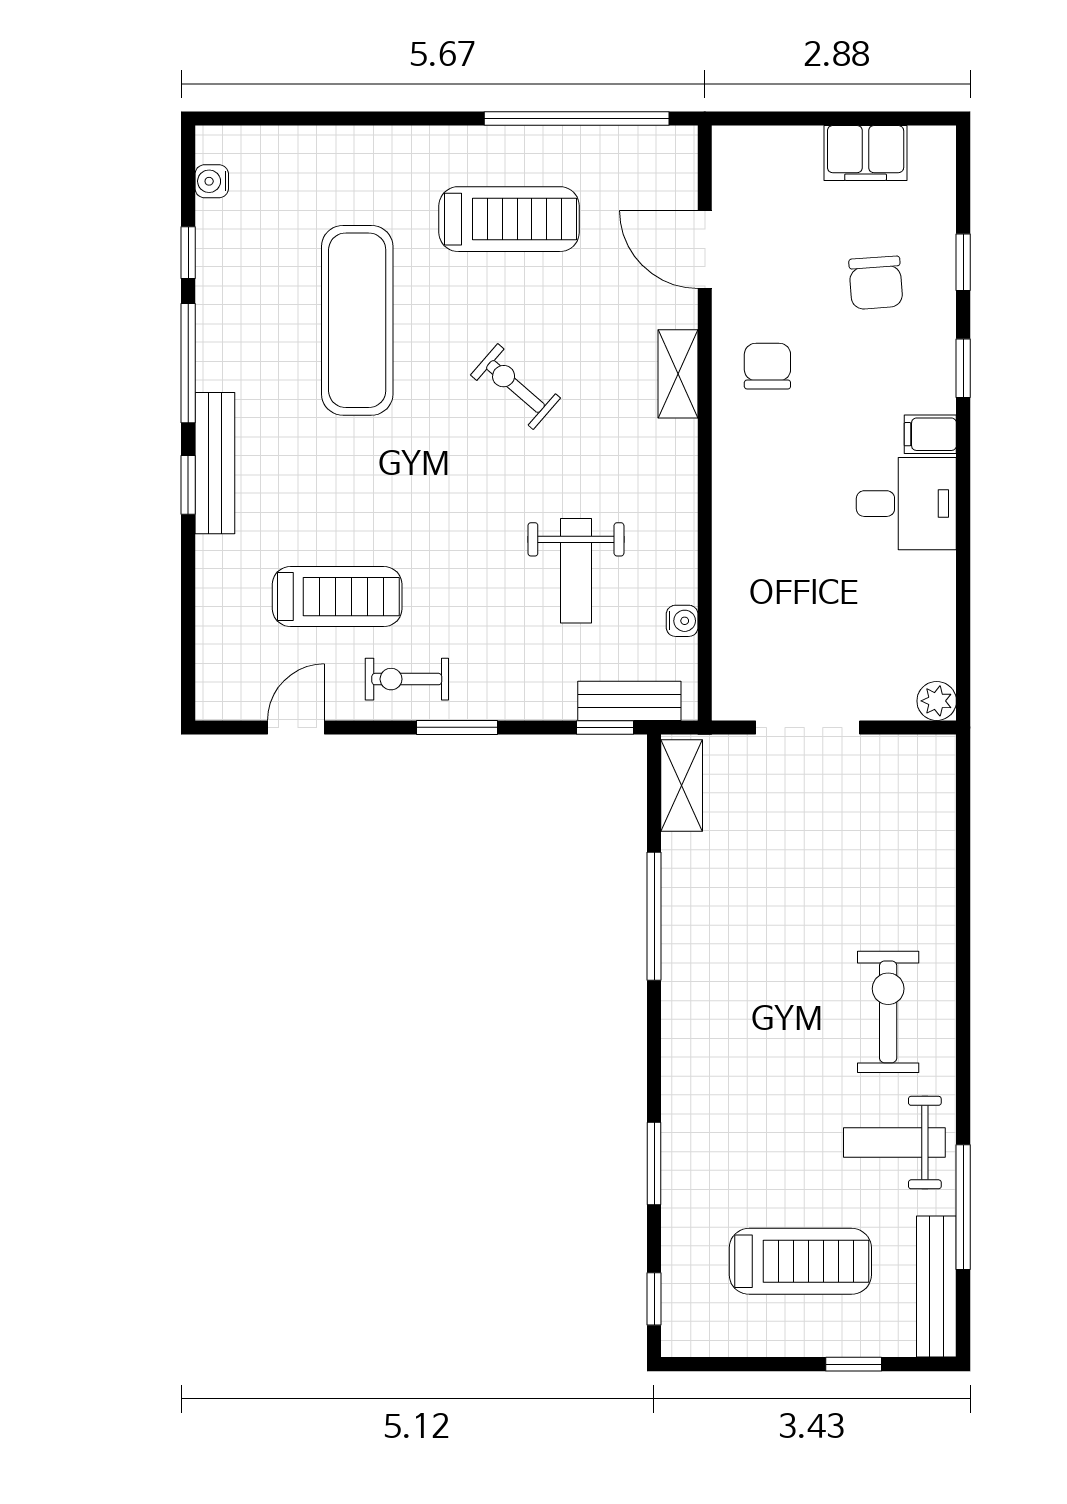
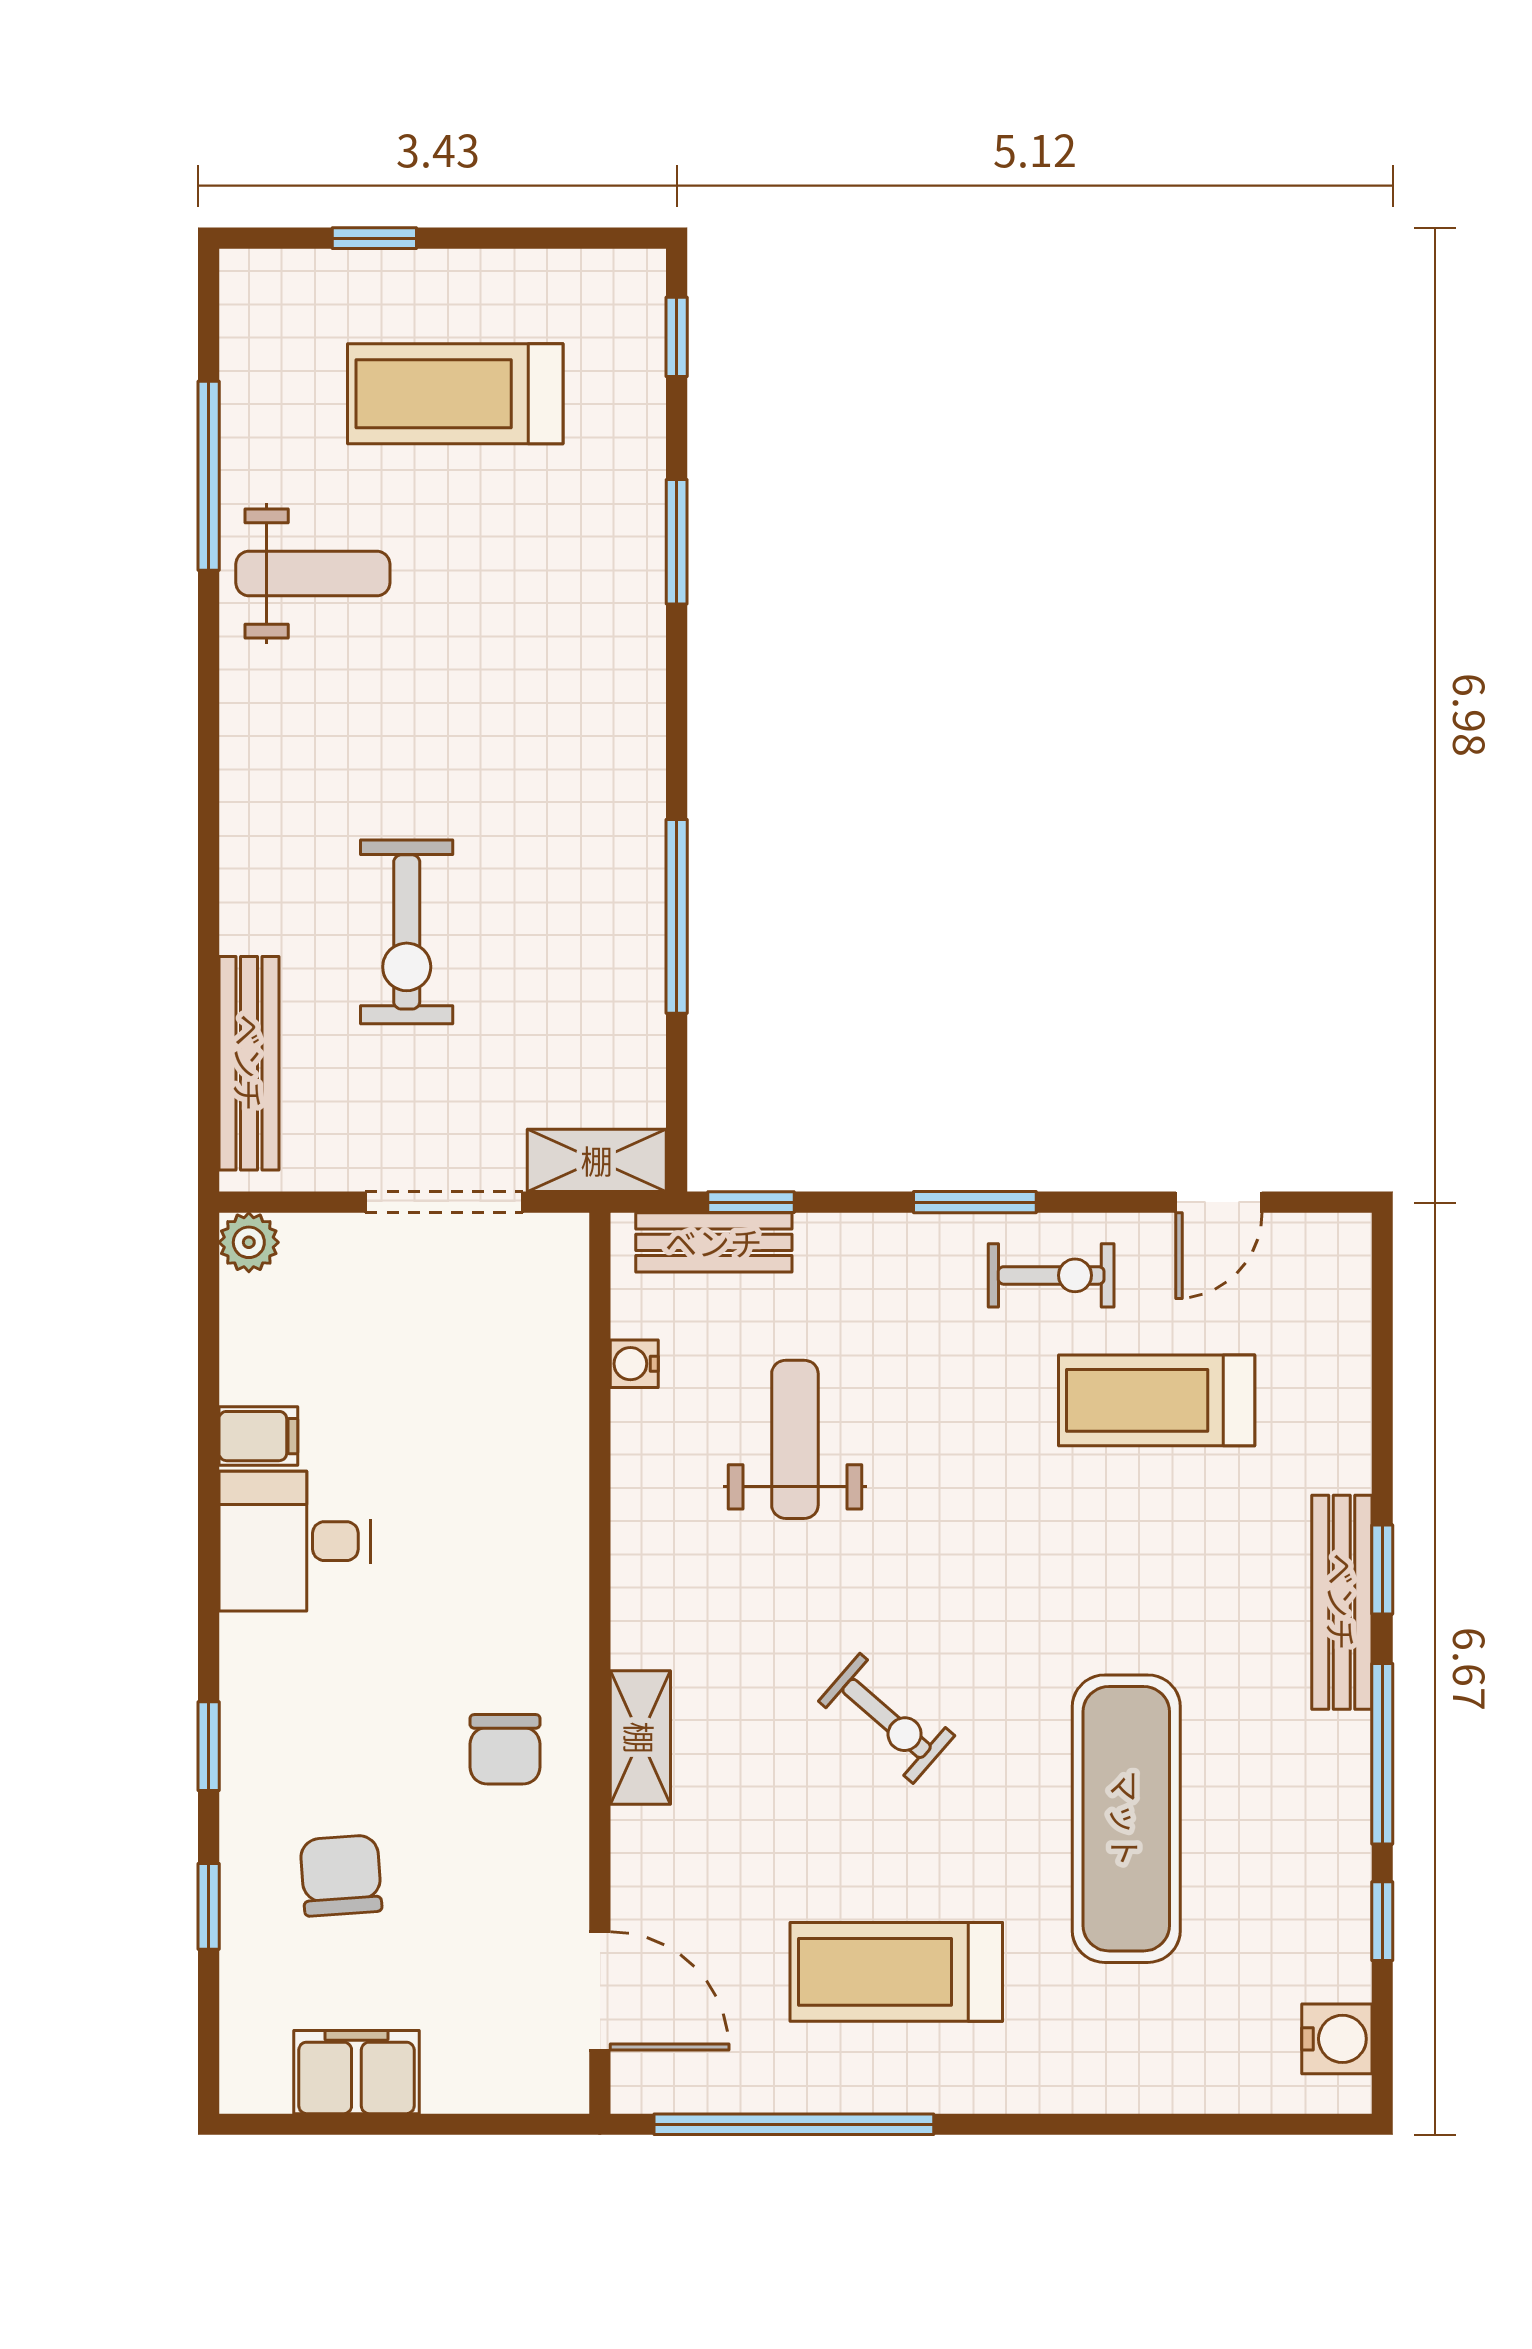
water cooler: (212, 181) -> (1337, 2039), width x1.38, depth x1.38
door: (705, 250) -> (600, 1991), moved
filing cabinet: (930, 434) -> (258, 1436), moved
shelving: (682, 785) -> (597, 1160), moved, turned 90
exercise bike: (888, 1012) -> (407, 932), moved
bench: (936, 1287) -> (249, 1063), moved

